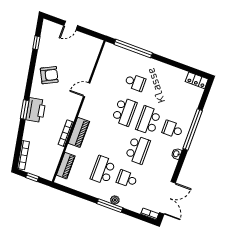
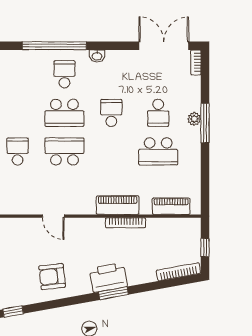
armchair: (49, 75) -> (52, 277), turned -69
school desk: (172, 129) -> (64, 74), turned 180
school desk: (138, 150) -> (111, 113), width x0.54

